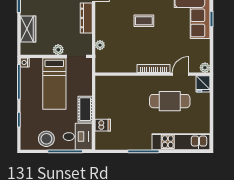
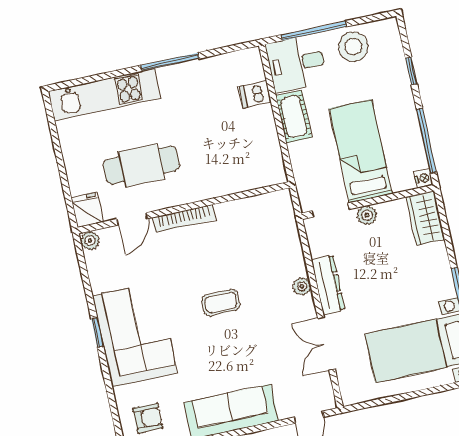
wardrobe: (28, 29) -> (426, 218), moved
plant: (100, 45) -> (302, 286), moved

